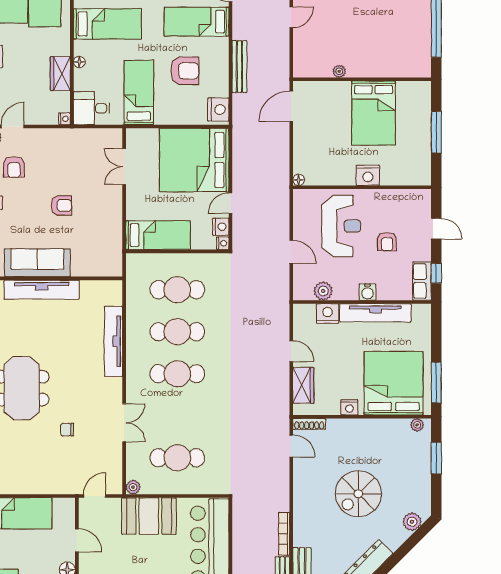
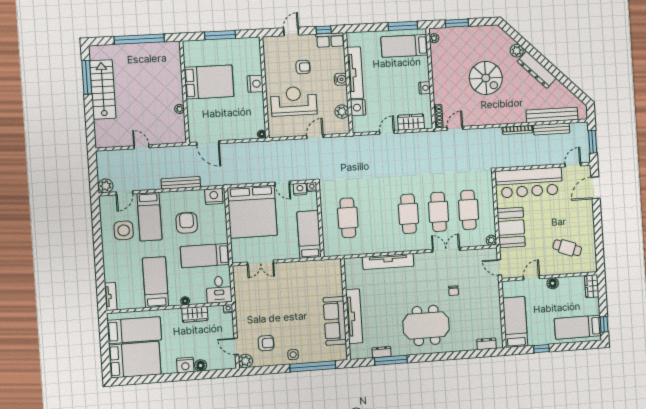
armchair: (62, 205) -> (292, 306), removed
cafe table: (177, 332) -> (439, 212), moved
bed: (394, 383) -> (405, 46), width x0.49
plant: (412, 522) -> (517, 51), moved

